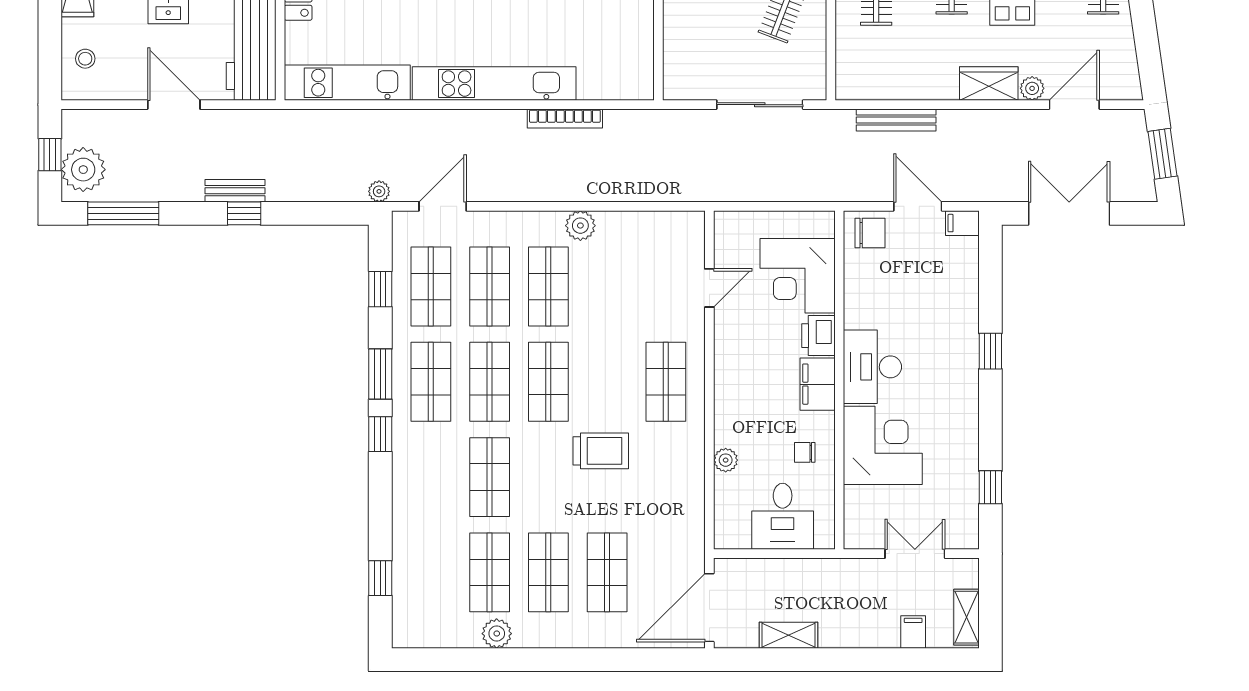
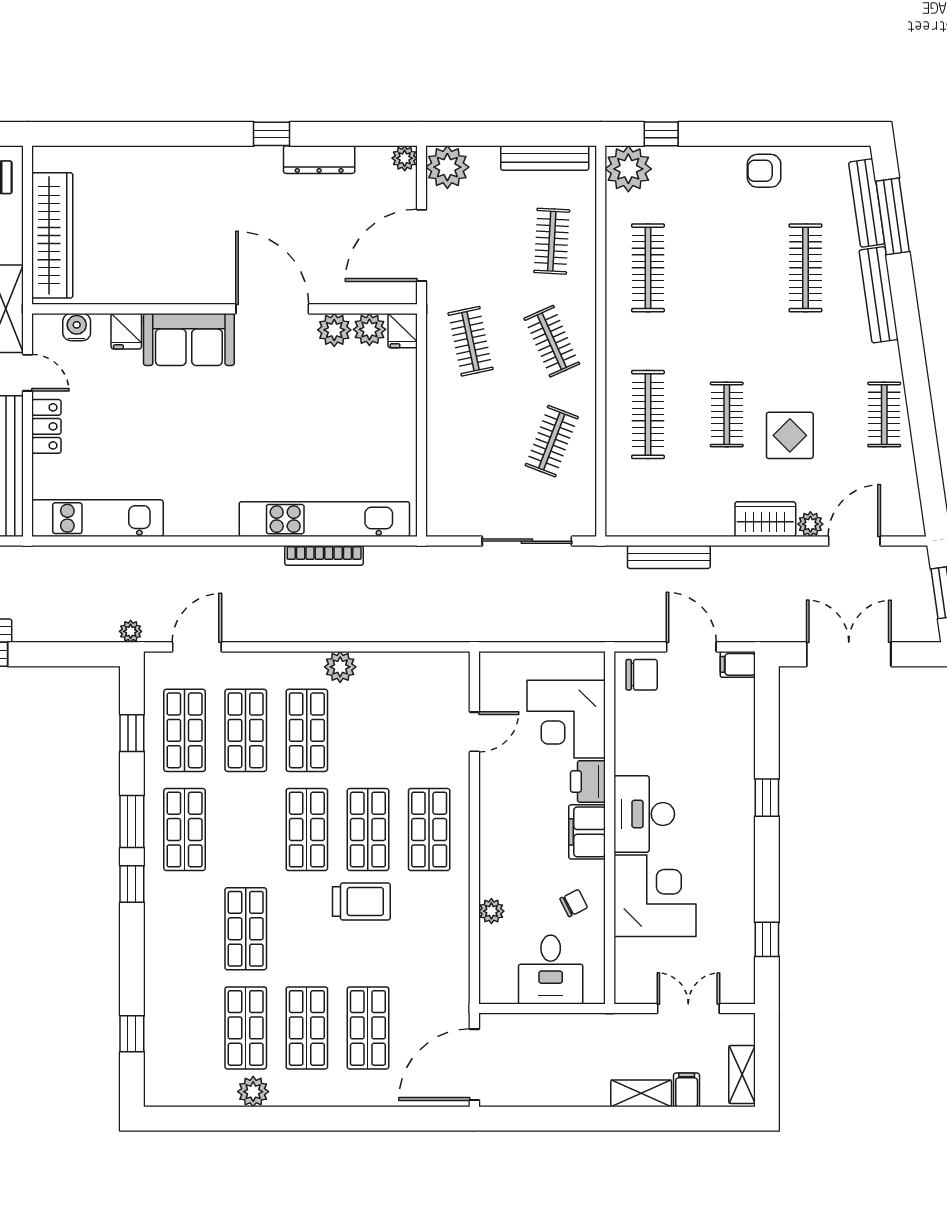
kitchen unit: (494, 84) -> (324, 519), moved
shop shelf: (490, 382) -> (368, 830), moved
chair: (805, 452) -> (574, 903), turned 153
shelving: (788, 635) -> (641, 1093), moved

